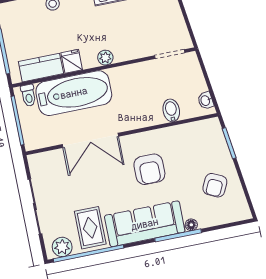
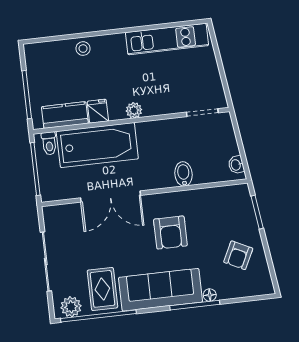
bidet: (171, 110) -> (183, 174), moved

